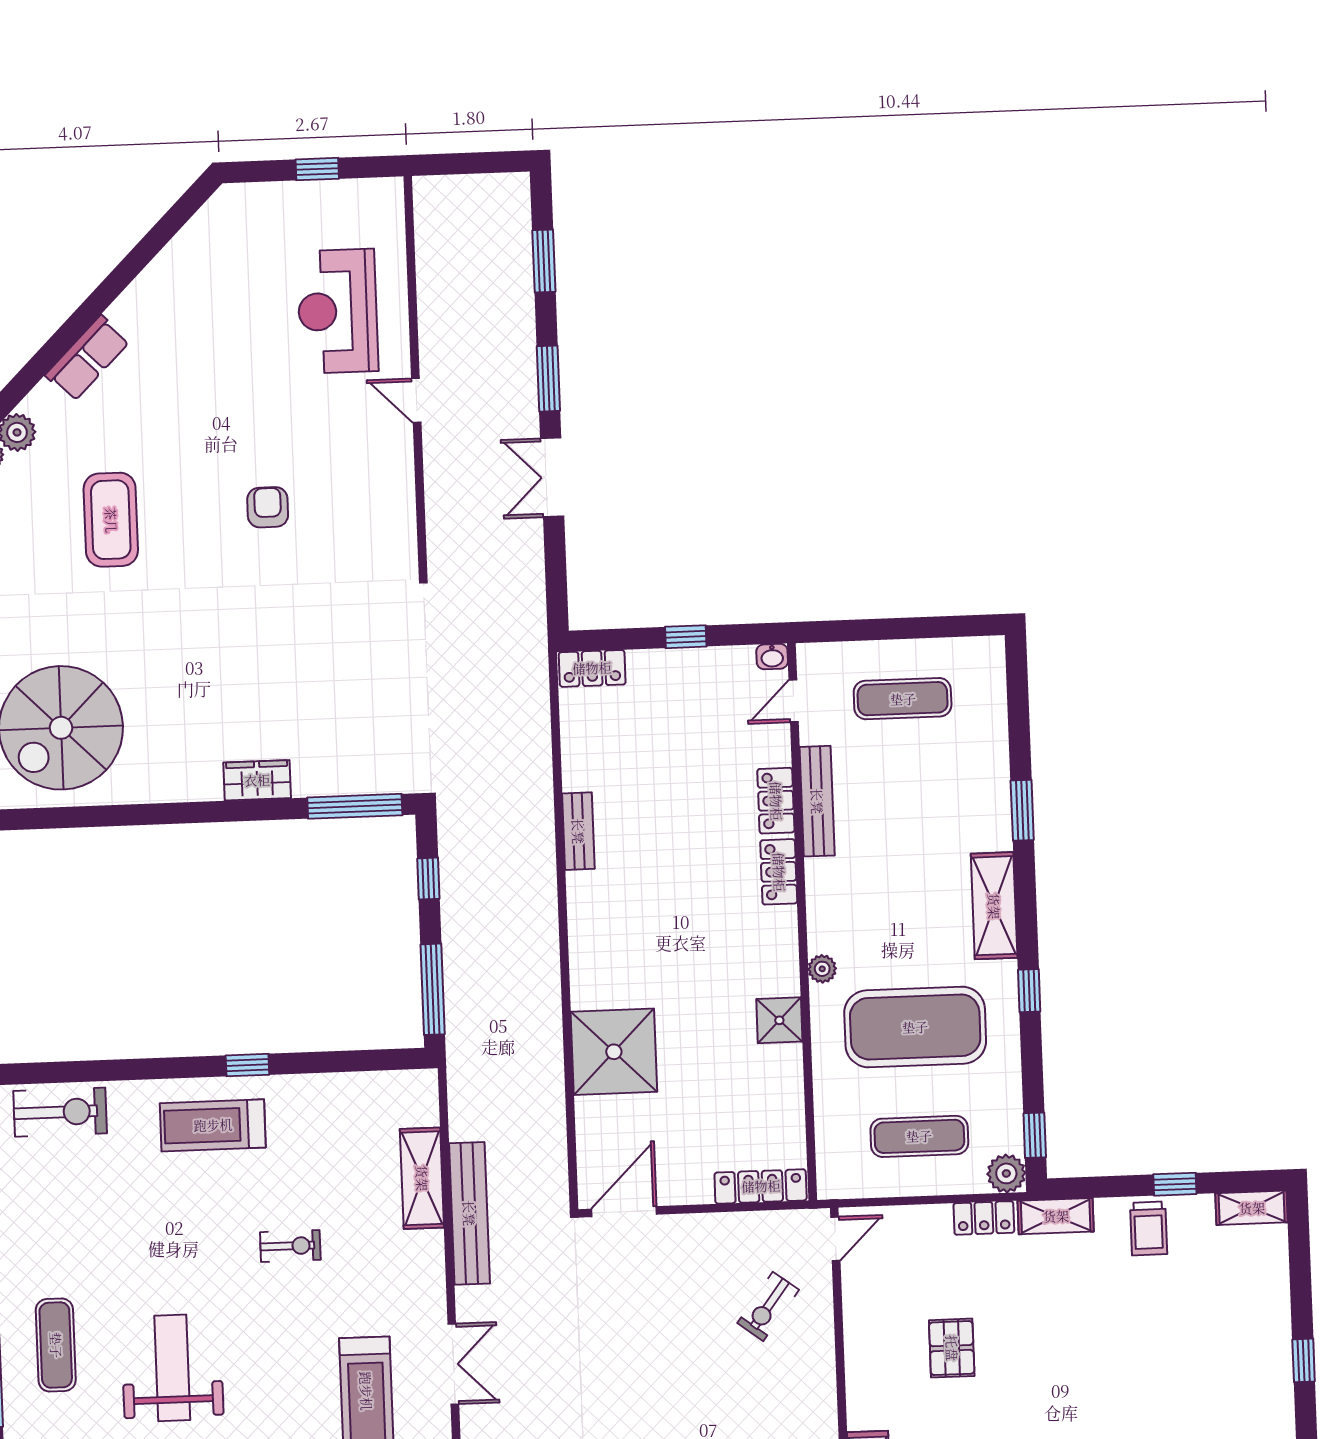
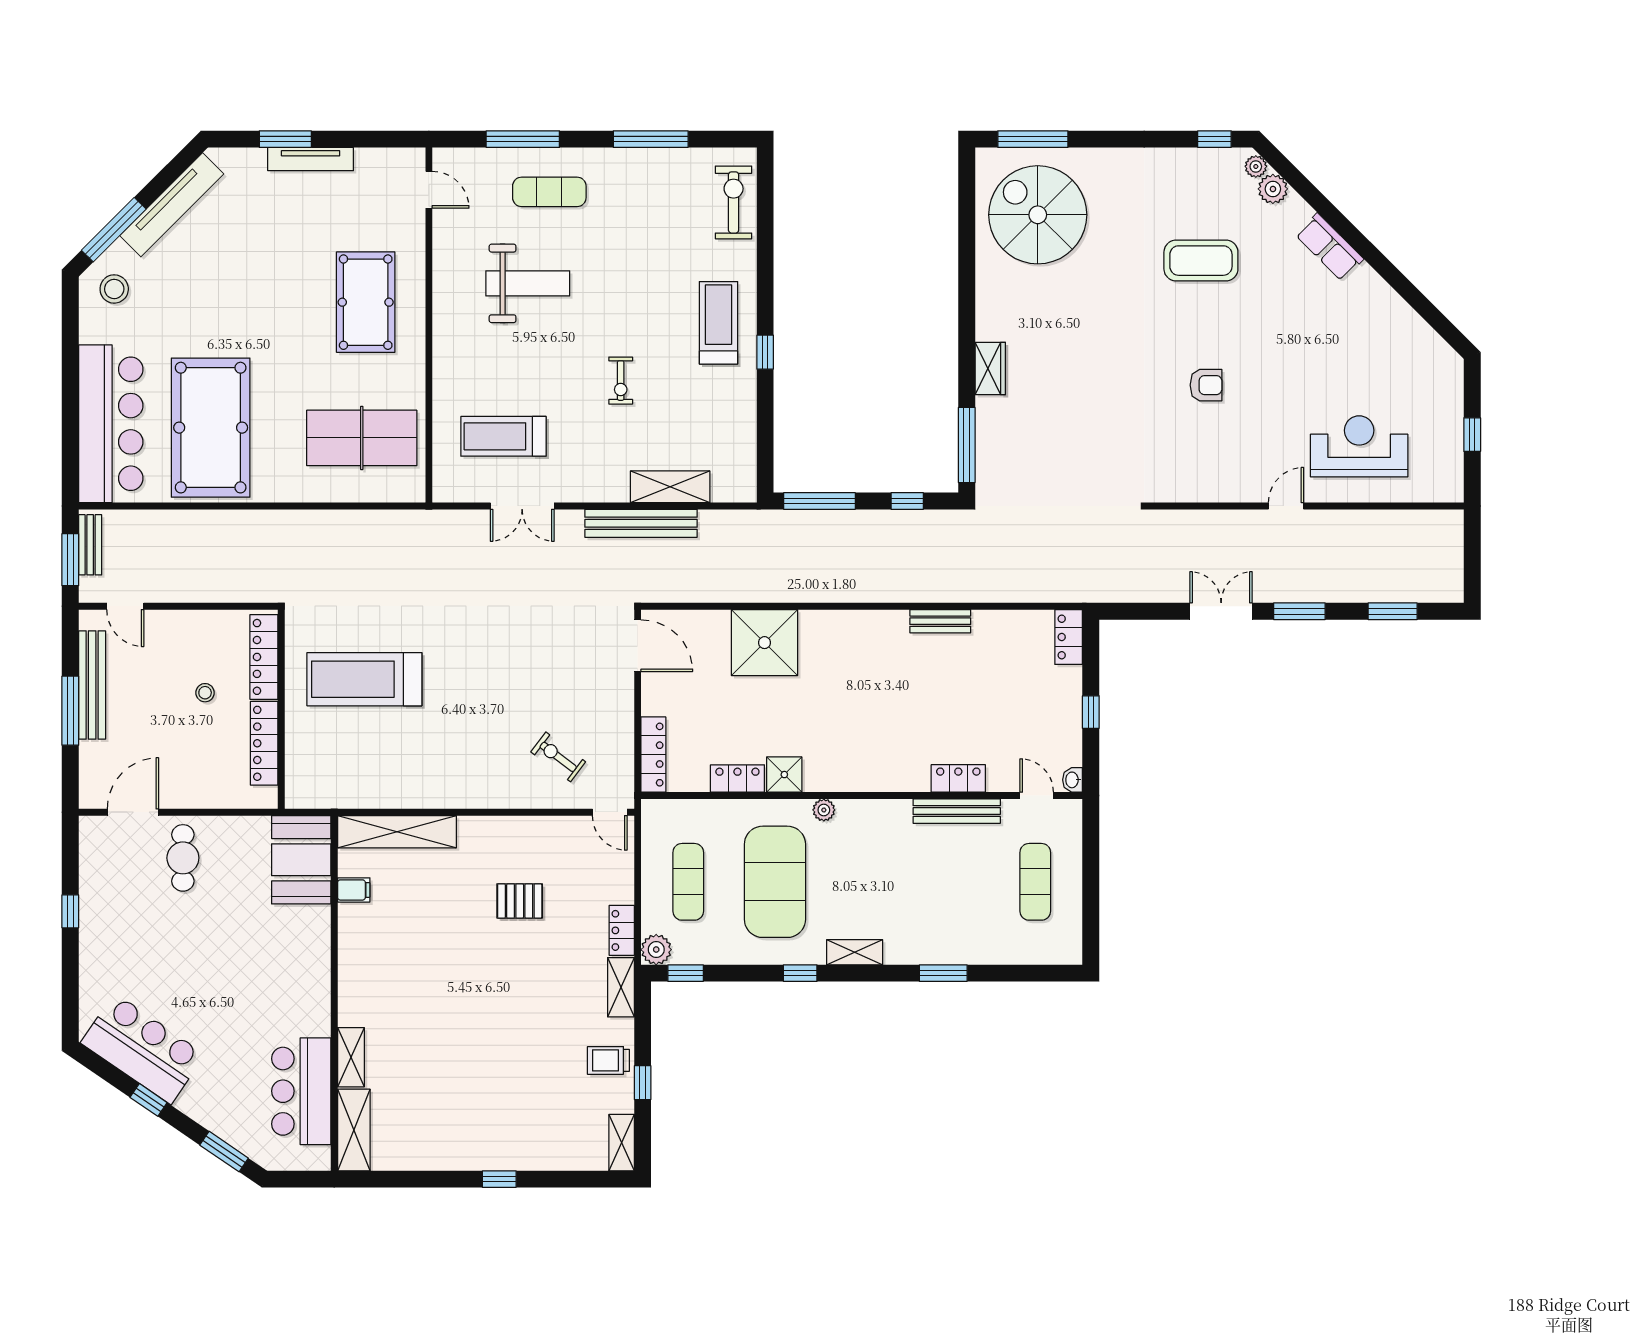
locker: (779, 872) -> (737, 779), moved
shelving: (994, 906) -> (855, 952), width x0.67, depth x0.75
exercise bike: (60, 1112) -> (734, 202), turned 180

